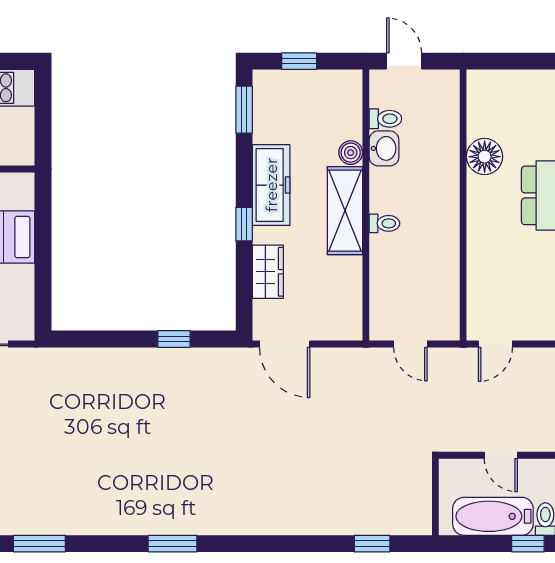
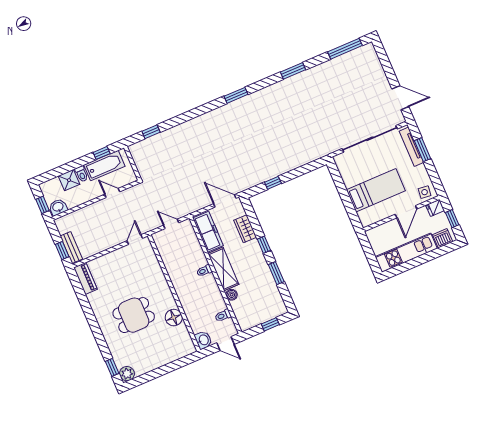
window: (244, 110) -> (276, 273), moved
washbasin: (384, 148) -> (203, 340), moved, turned 180
freezer: (271, 185) -> (208, 232), moved, turned 180
window: (528, 544) -> (102, 153), moved

